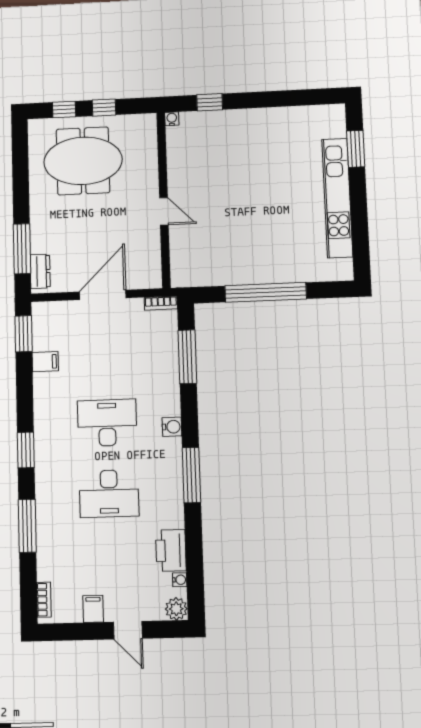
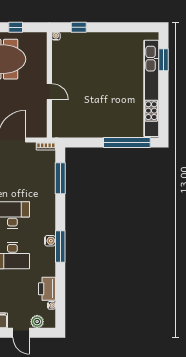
kitchen unit: (337, 198) -> (151, 88), width x1.36
window: (266, 292) -> (127, 142), moved
water cooler: (172, 427) -> (50, 241), moved
plant: (176, 609) -> (37, 322), moved

